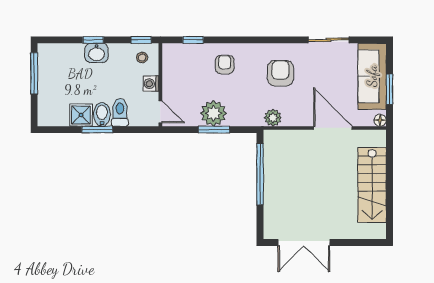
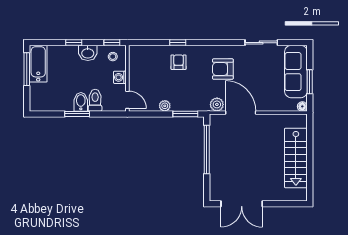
window: (193, 40) -> (178, 43), moved
washbasin: (97, 53) -> (88, 53), moved
bathtub: (48, 66) -> (38, 64), added
armchair: (280, 73) -> (223, 69), turned -90
plant: (213, 113) -> (165, 106), width x0.53, depth x0.53
shower: (81, 115) -> (64, 102), removed
door: (333, 128) -> (241, 113), moved
window: (214, 130) -> (185, 114), moved

